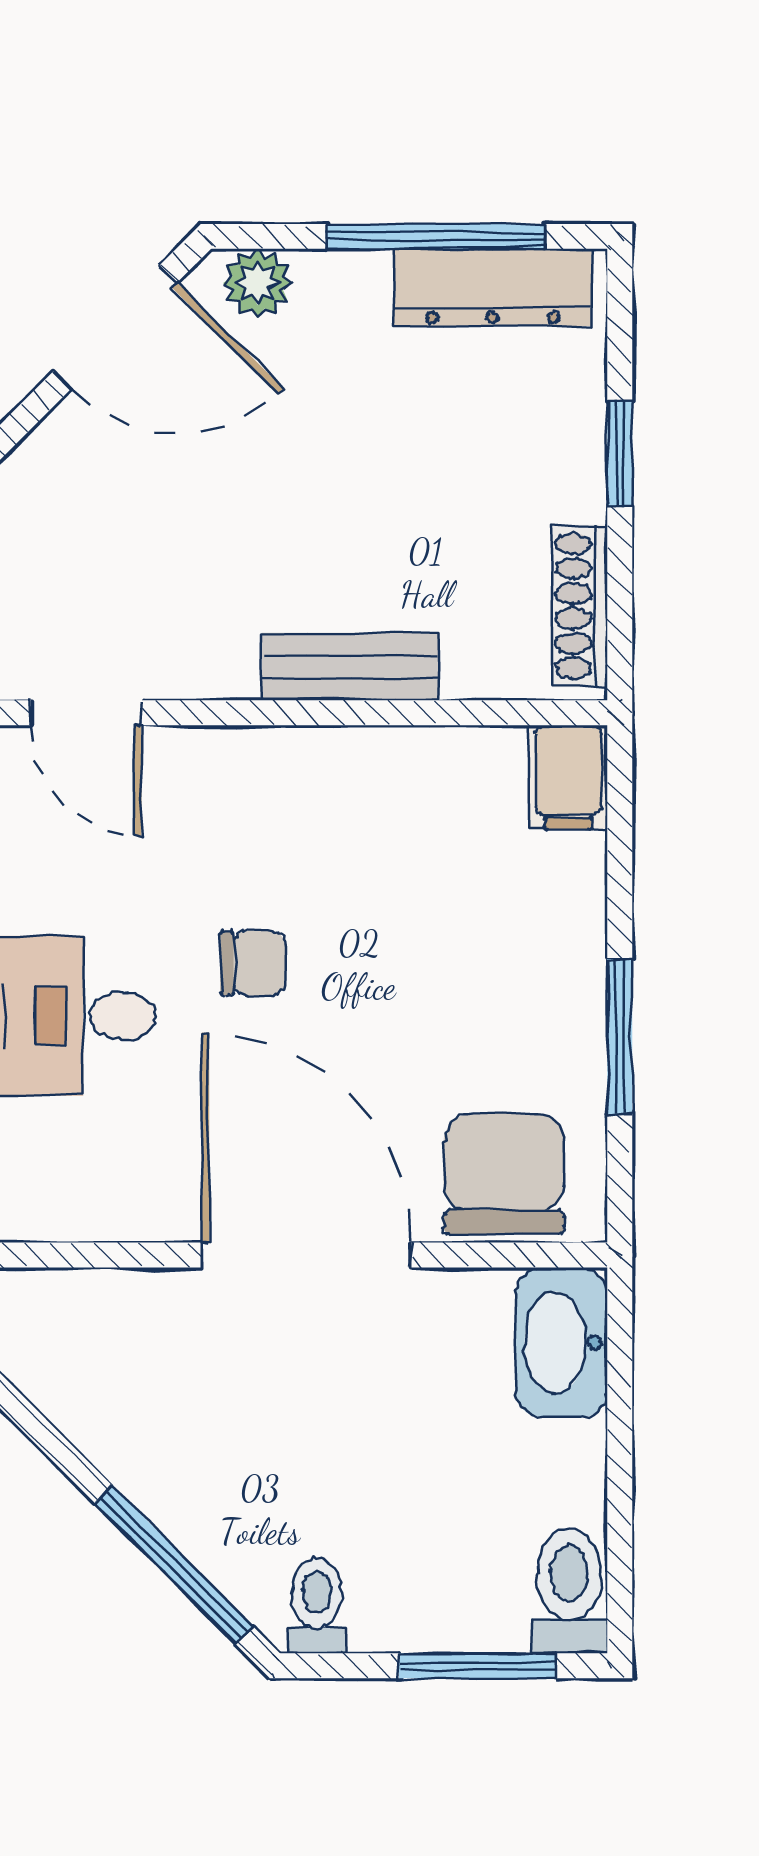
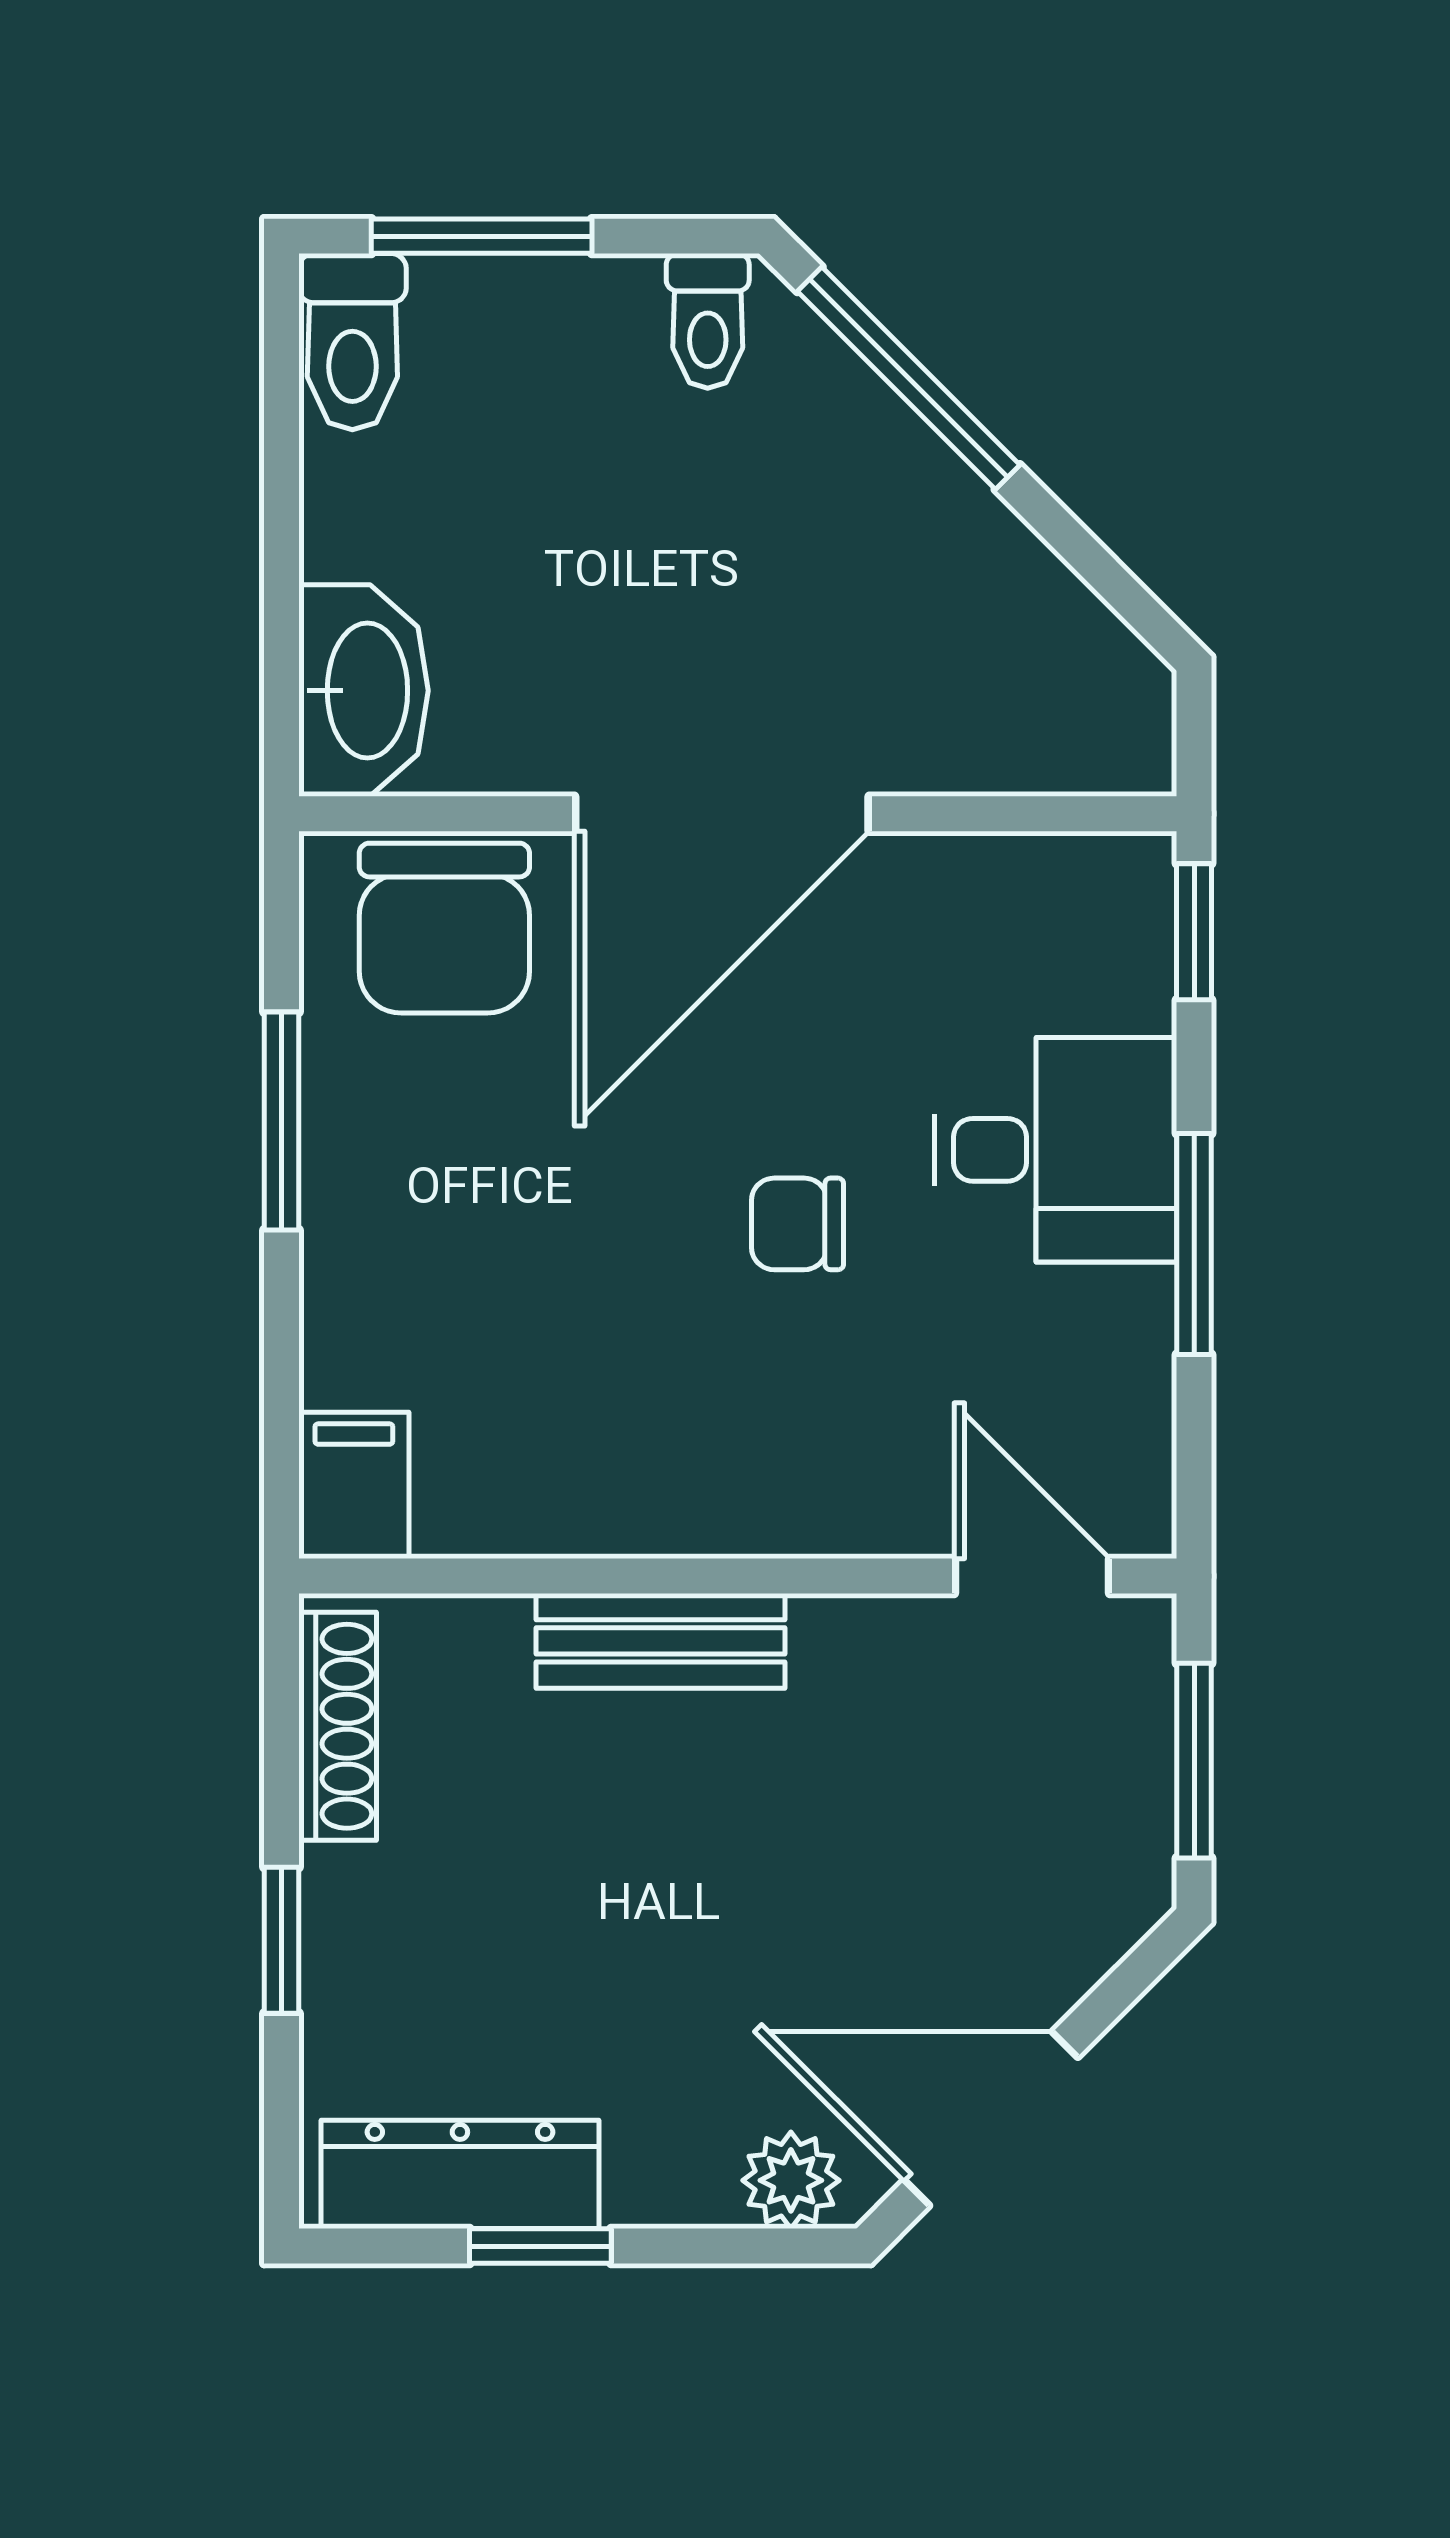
window: (436, 236) -> (540, 2246), width x0.46
door: (307, 1255) -> (722, 814), hinge flipped

